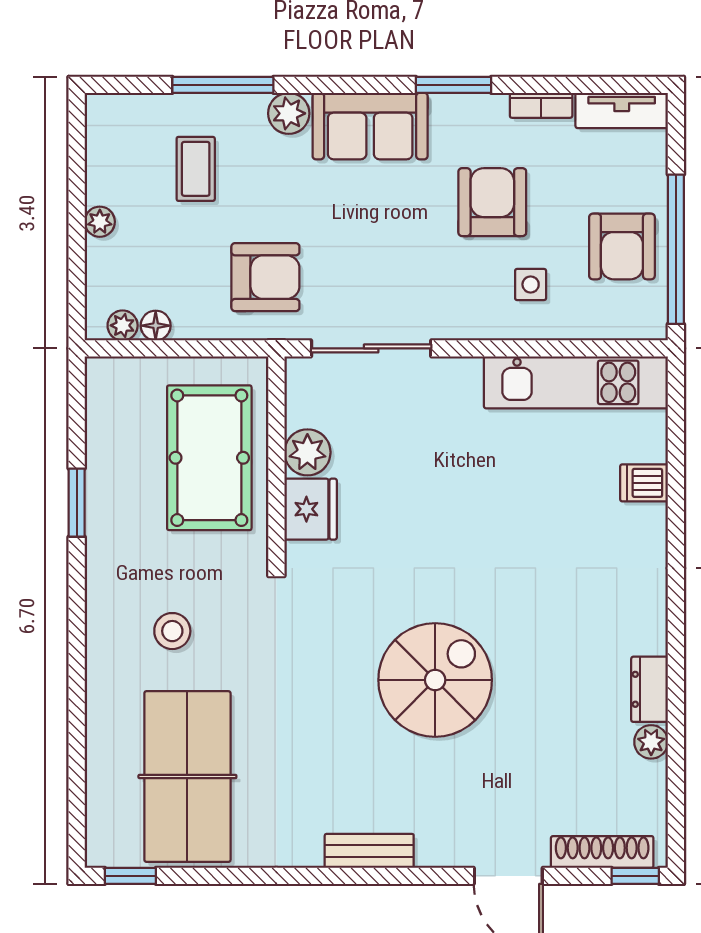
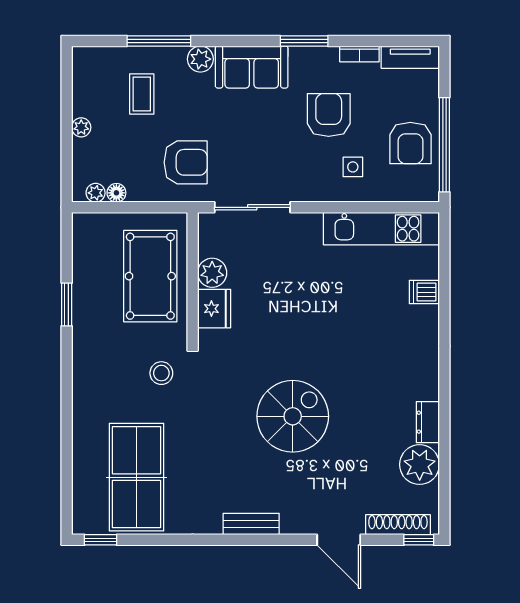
stool: (172, 631) -> (161, 373), moved
plant: (651, 742) -> (420, 465), width x1.87, depth x1.87

